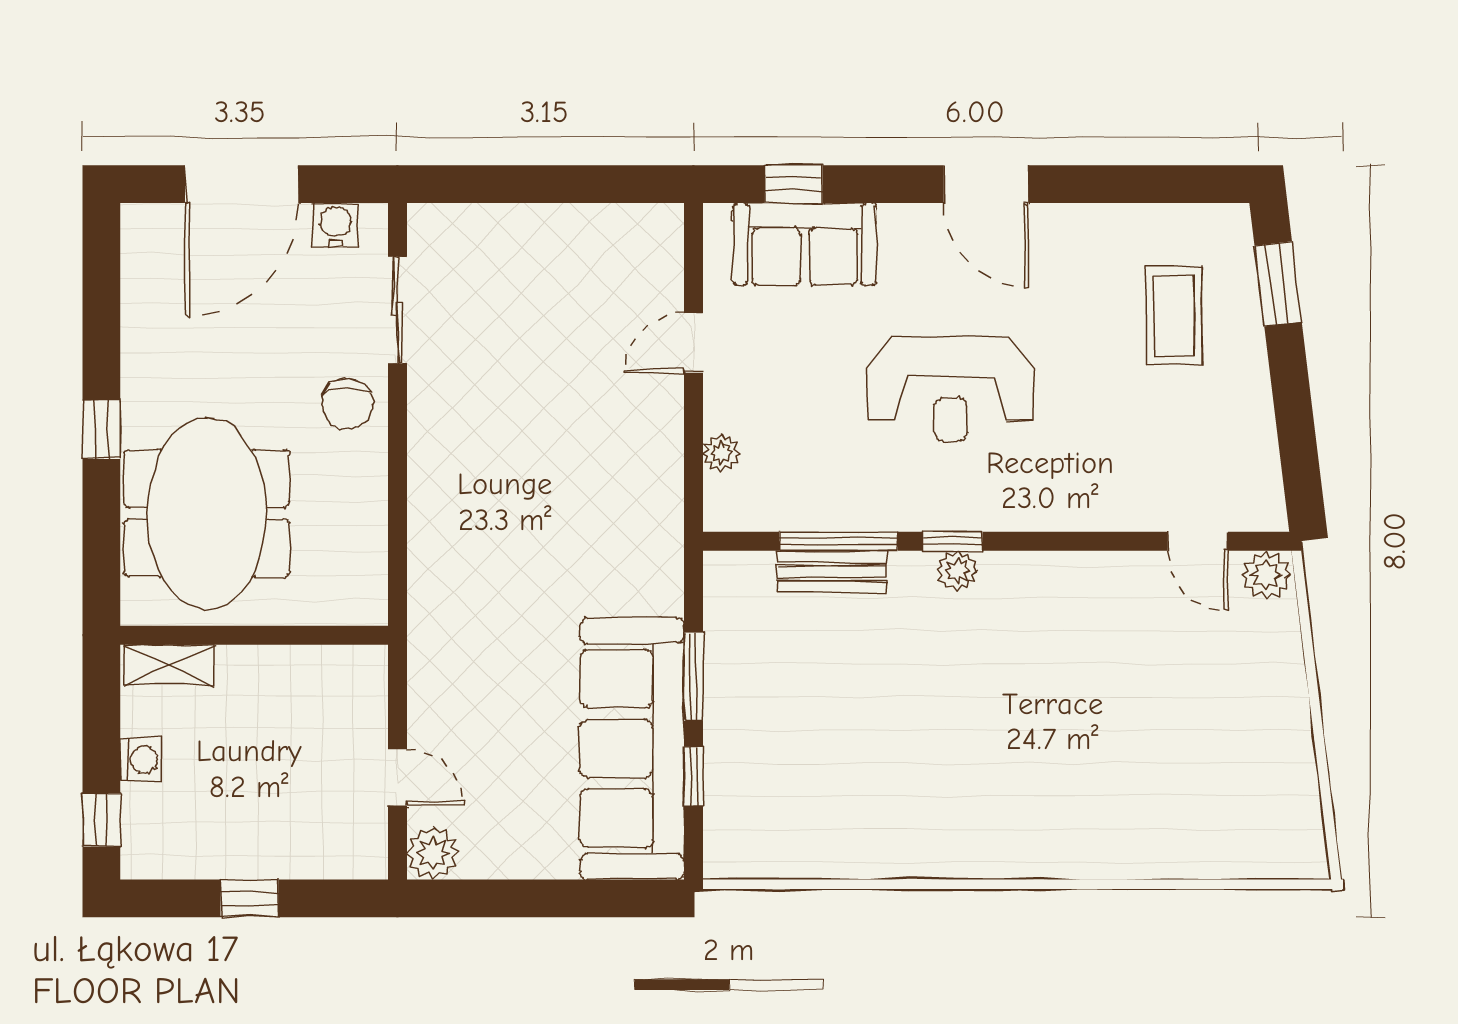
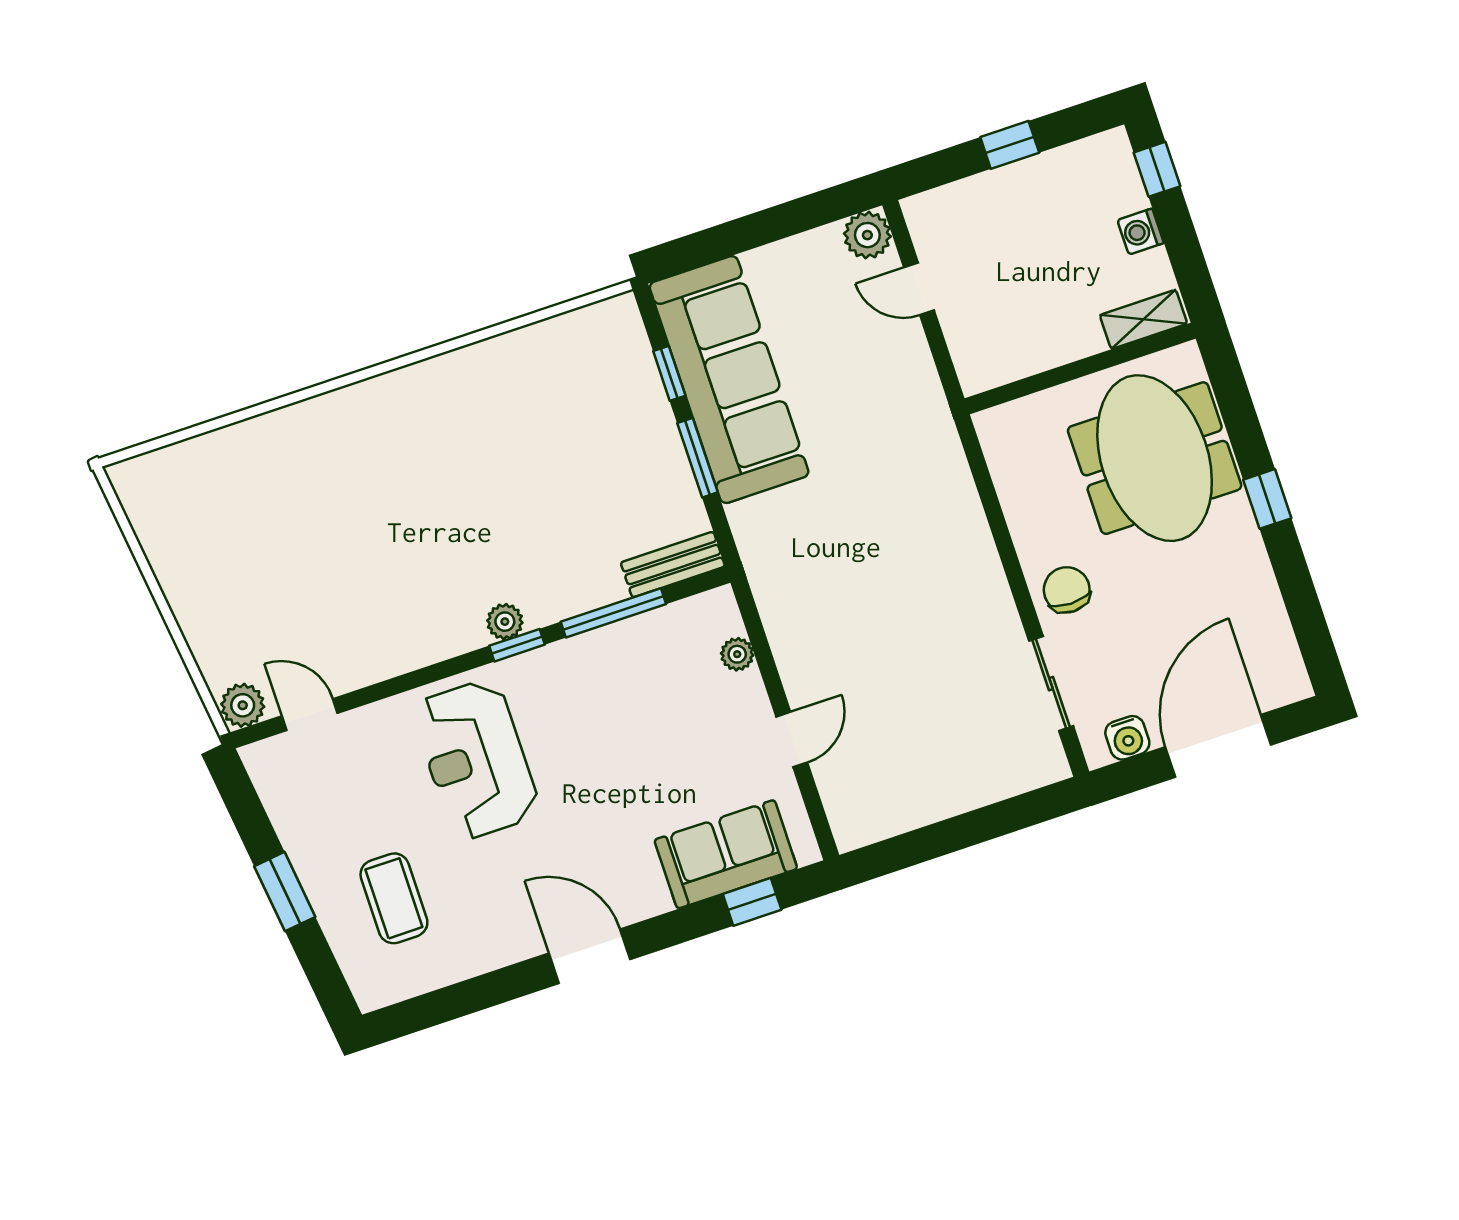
window: (1278, 284) -> (285, 892), moved
reception desk: (950, 389) -> (476, 760), moved, turned -90
bench: (832, 572) -> (673, 565), moved

